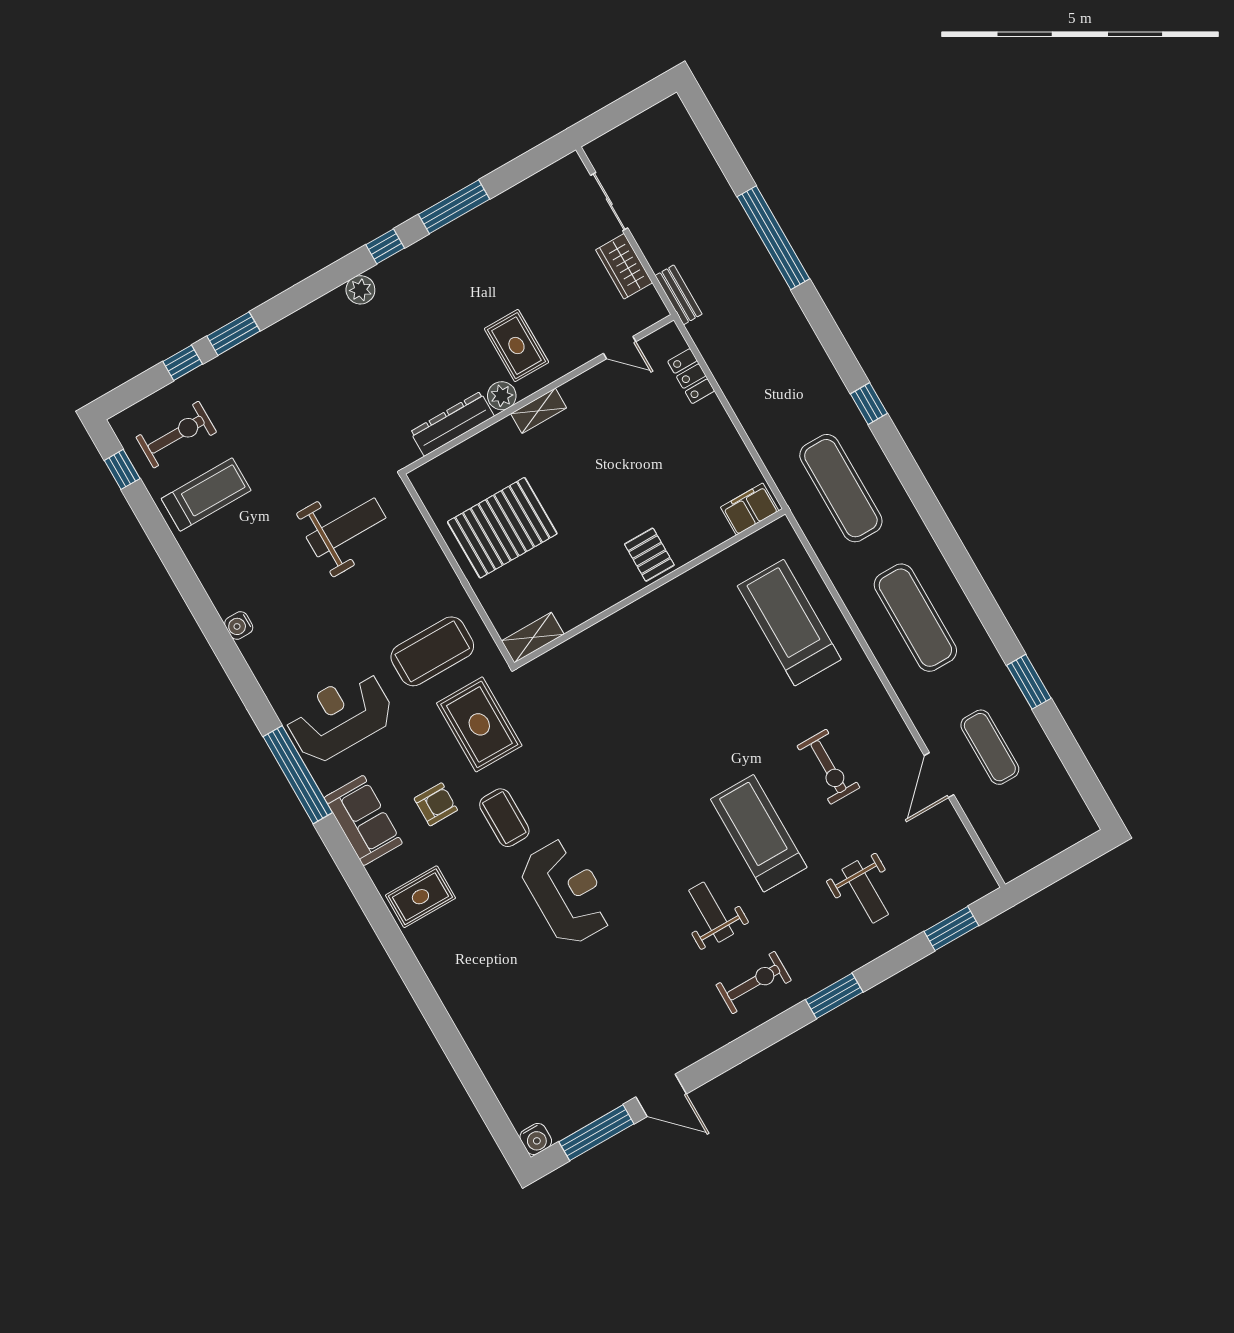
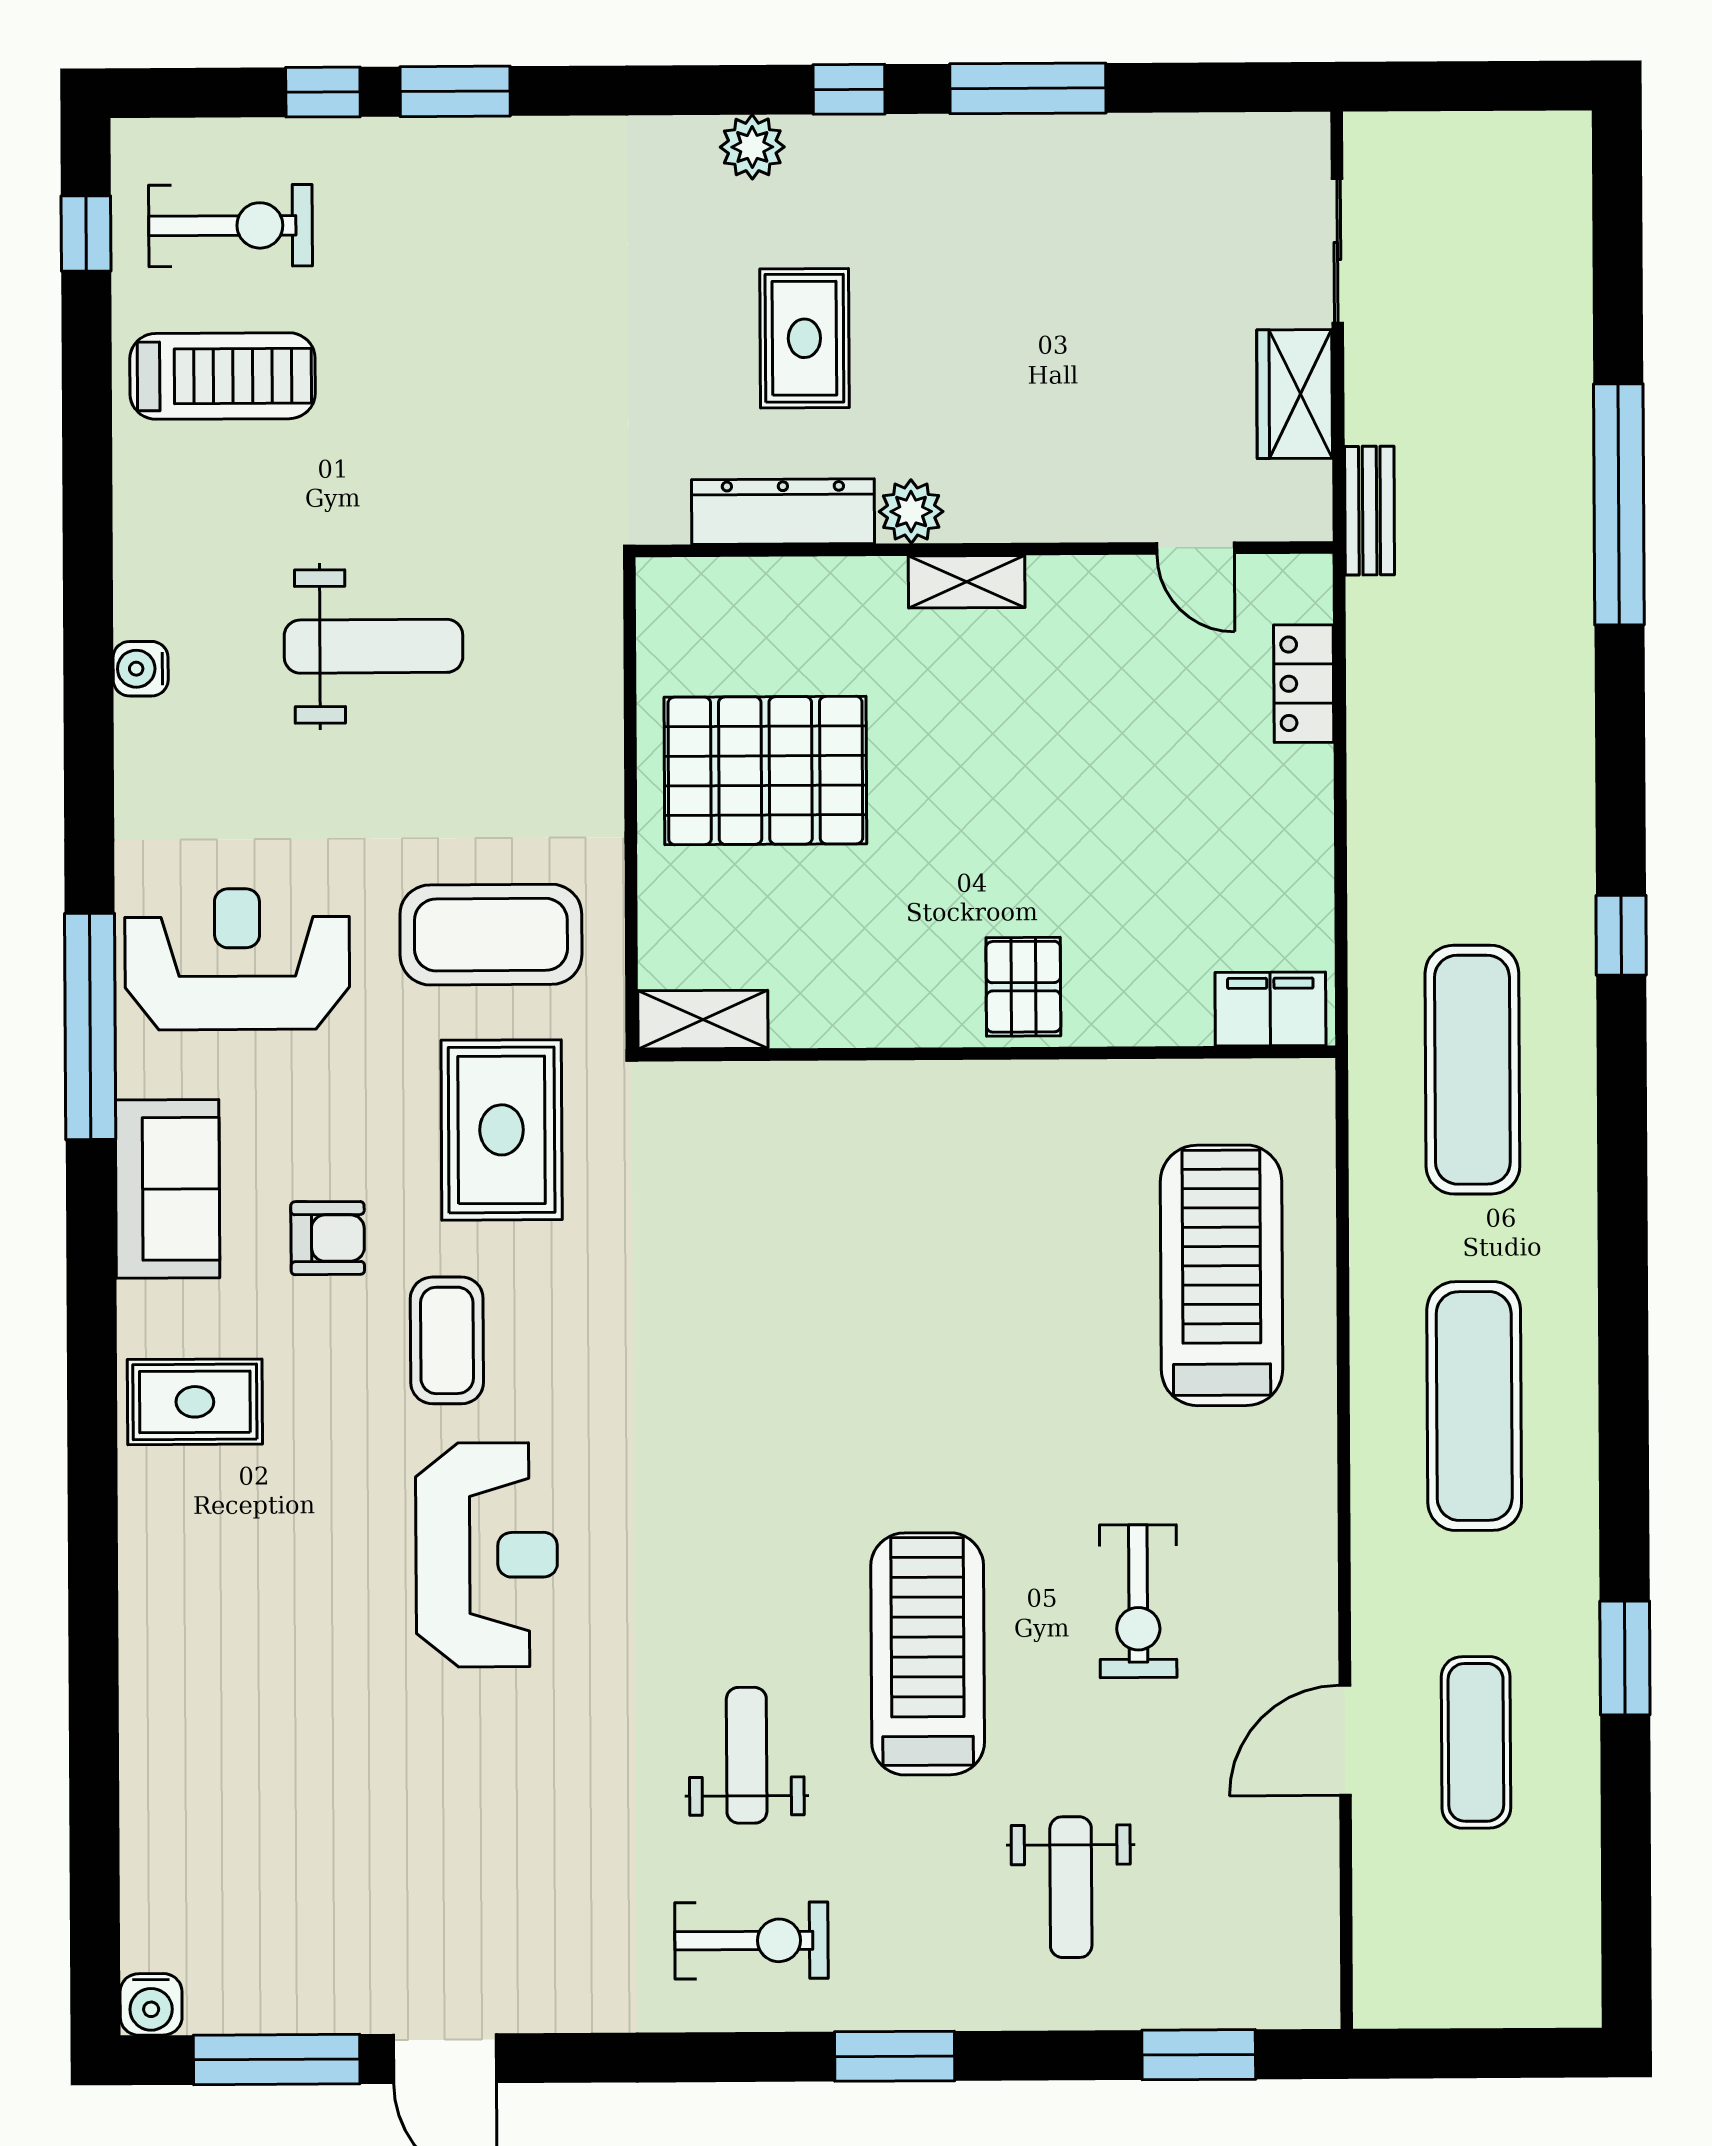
rug: (516, 346) -> (804, 338), moved
weight bench: (346, 527) -> (373, 646), moved

